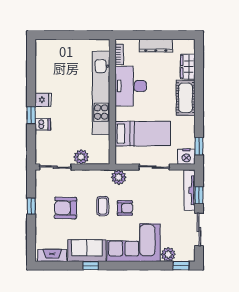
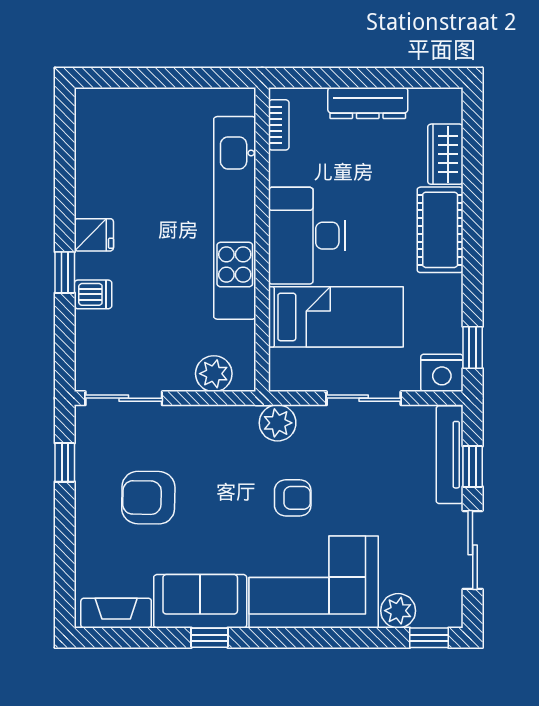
desk: (131, 86) -> (307, 236), moved
plant: (81, 157) -> (214, 374), moved
window: (31, 206) -> (65, 462), moved
coffee table: (103, 206) -> (239, 493), removed

